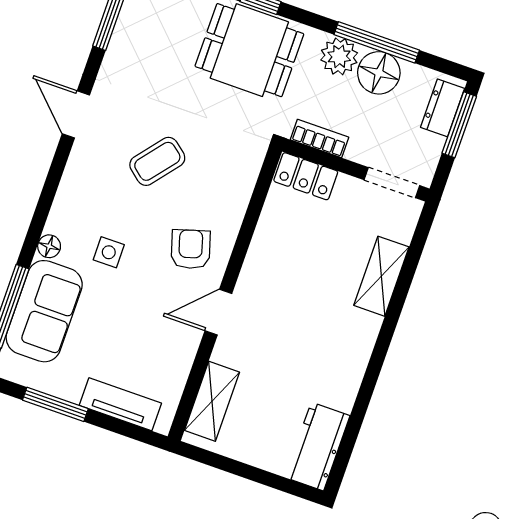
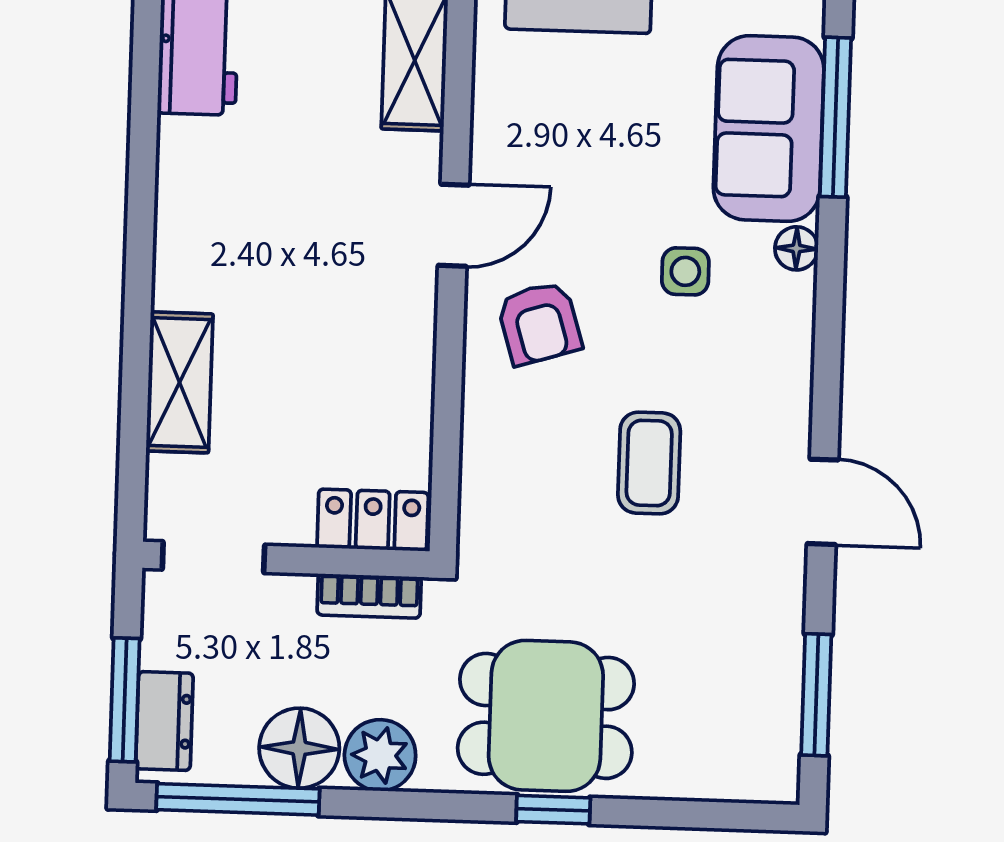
window: (377, 42) -> (238, 799), moved
coffee table: (157, 161) -> (649, 463), turned -39

